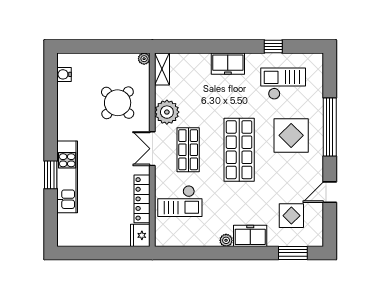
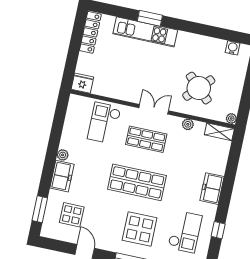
plant: (167, 112) -> (188, 124), width x0.53, depth x0.53
locker: (142, 199) -> (90, 32), moved, turned 90

